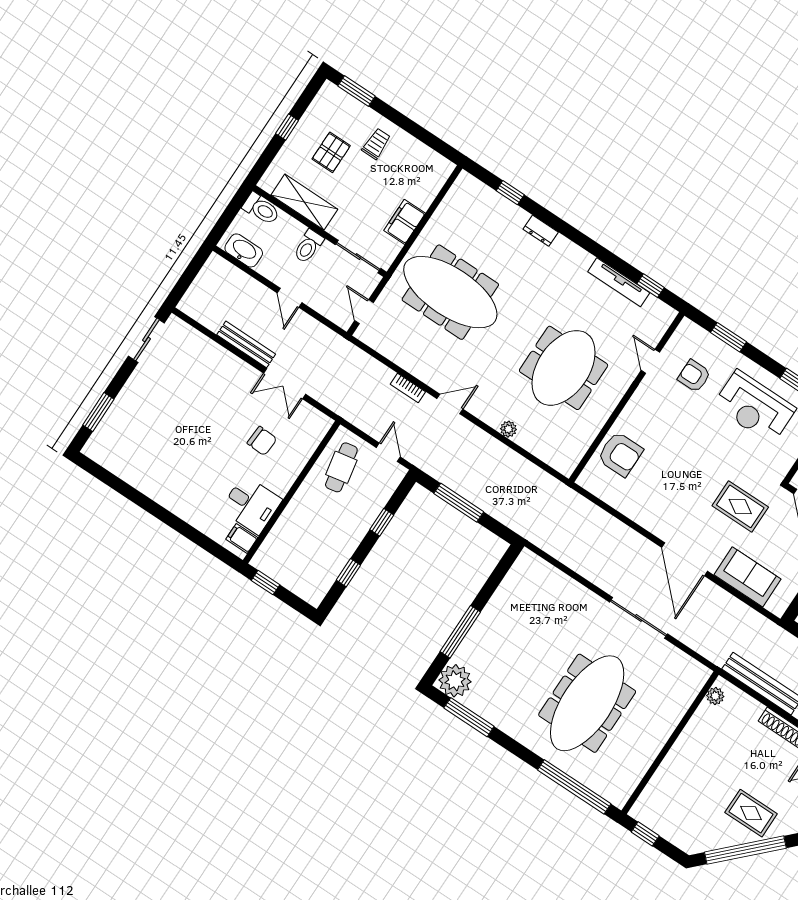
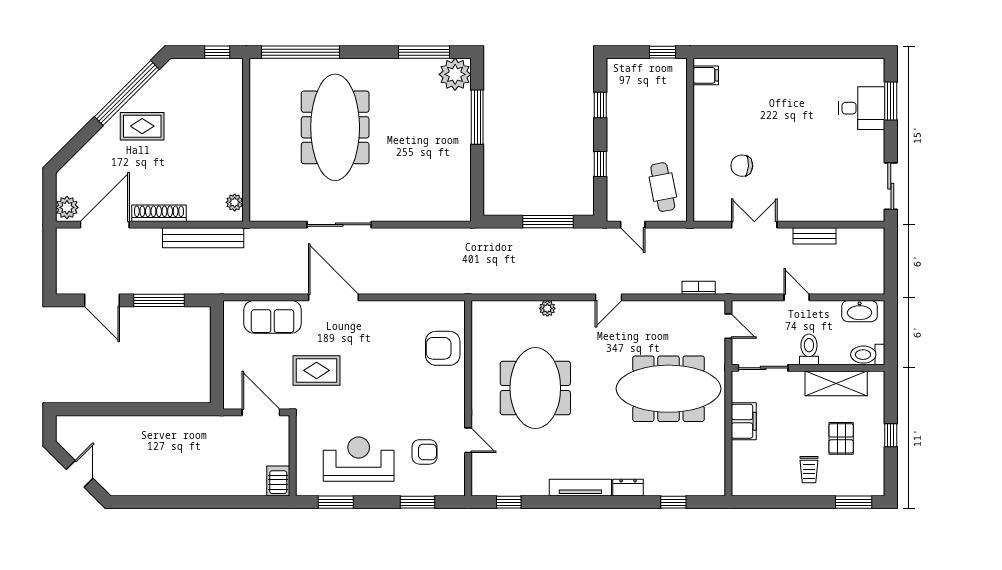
tv unit: (619, 282) -> (580, 488), moved
bench: (246, 344) -> (815, 236), width x0.73
bookcase: (408, 388) -> (699, 288), moved
desk: (251, 505) -> (862, 108), moved, turned 180

